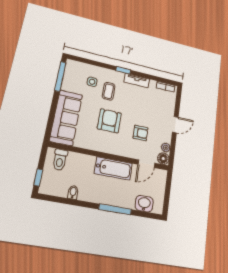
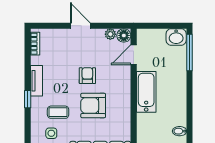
armchair: (141, 133) -> (87, 76), moved
door: (146, 164) -> (134, 55), swing flipped
washbasin: (144, 204) -> (176, 37), moved, turned -90
window: (115, 209) -> (190, 52), moved

